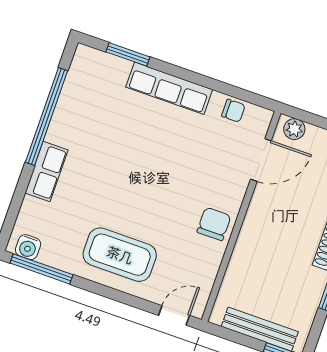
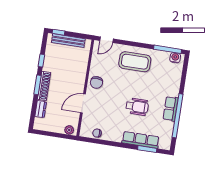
row of seats: (169, 88) -> (141, 140), moved
wheelchair: (133, 153) -> (137, 107), added
door: (261, 160) -> (83, 103), moved
row of seats: (46, 172) -> (171, 109), moved

